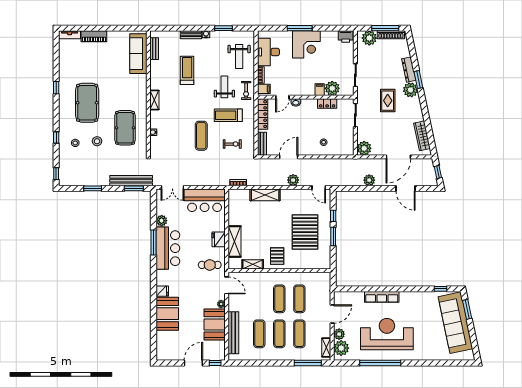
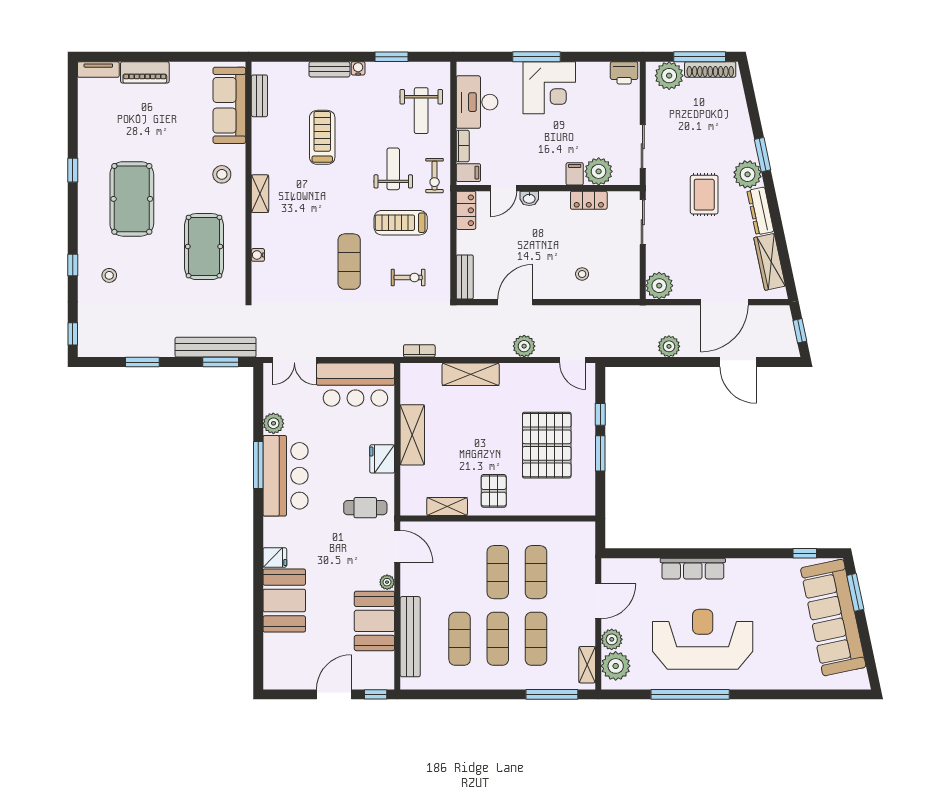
dresser: (409, 70) -> (760, 211), moved
locker: (263, 114) -> (466, 210), width x0.66
stool: (97, 141) -> (222, 174), moved
shelving: (234, 241) -> (412, 435), moved

